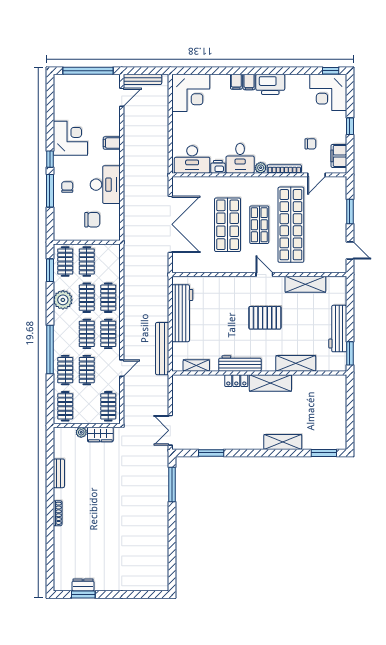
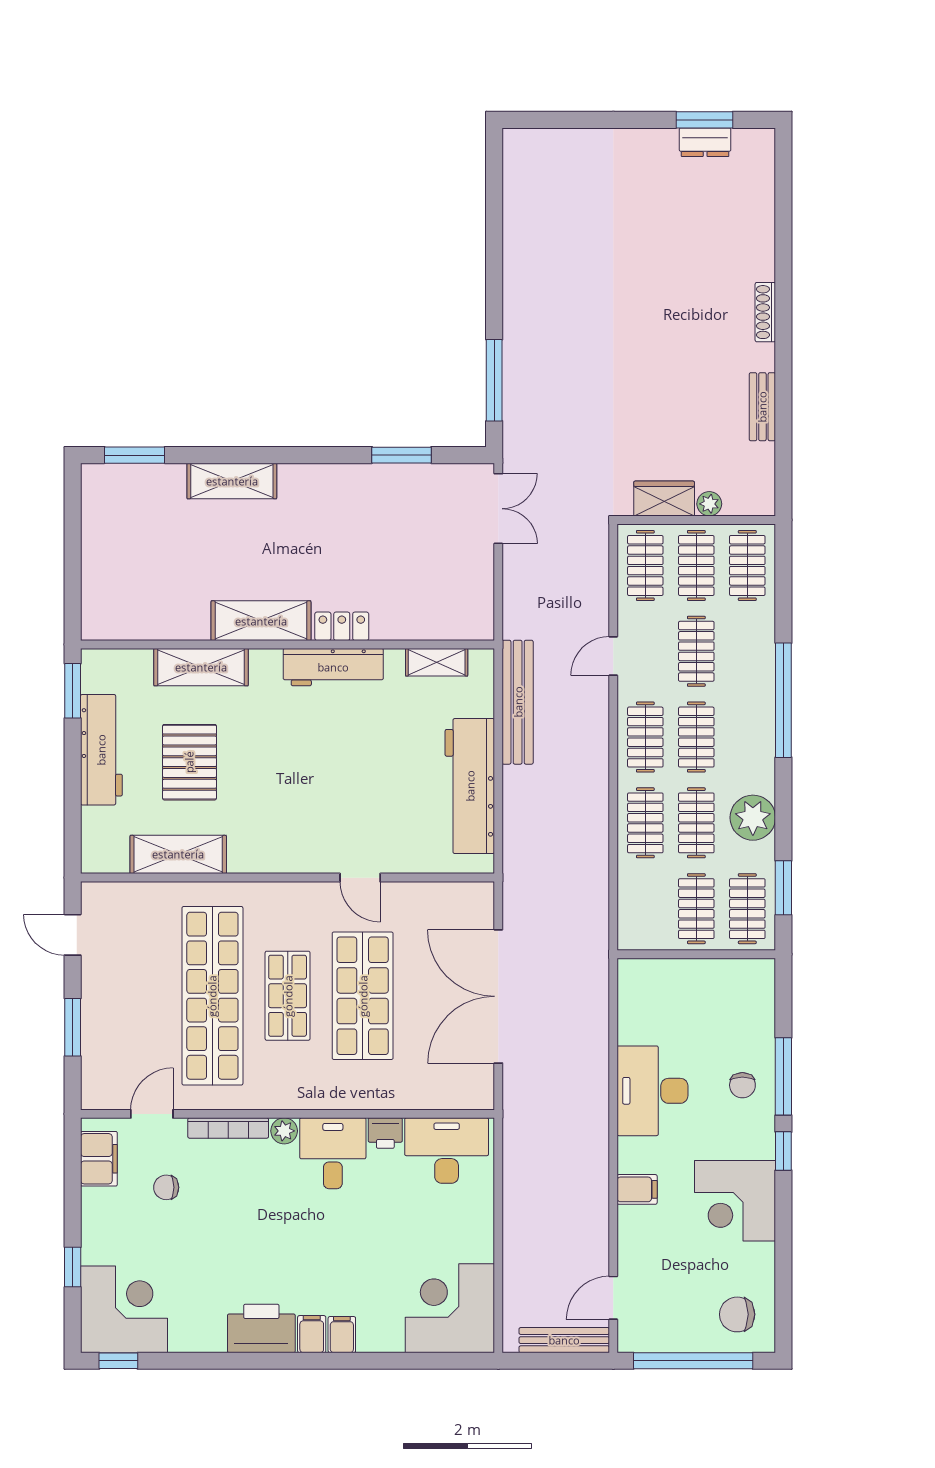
window: (350, 126) -> (73, 1267), moved
chair: (92, 220) -> (737, 1314), moved
door: (264, 275) -> (360, 878), moved
pallet: (265, 318) -> (189, 762), moved, turned 90
clothes rail: (65, 370) -> (696, 565), moved

